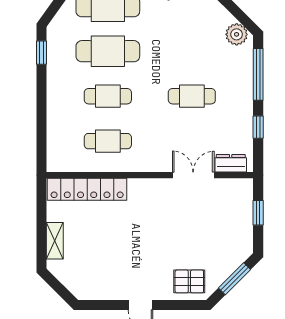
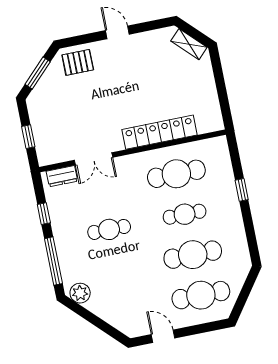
window: (42, 53) -> (242, 190), moved
cafe table: (108, 141) -> (176, 174), width x1.37, depth x1.35
locker: (87, 189) -> (160, 132), moved
shelving: (55, 241) -> (189, 44), moved, turned -45

